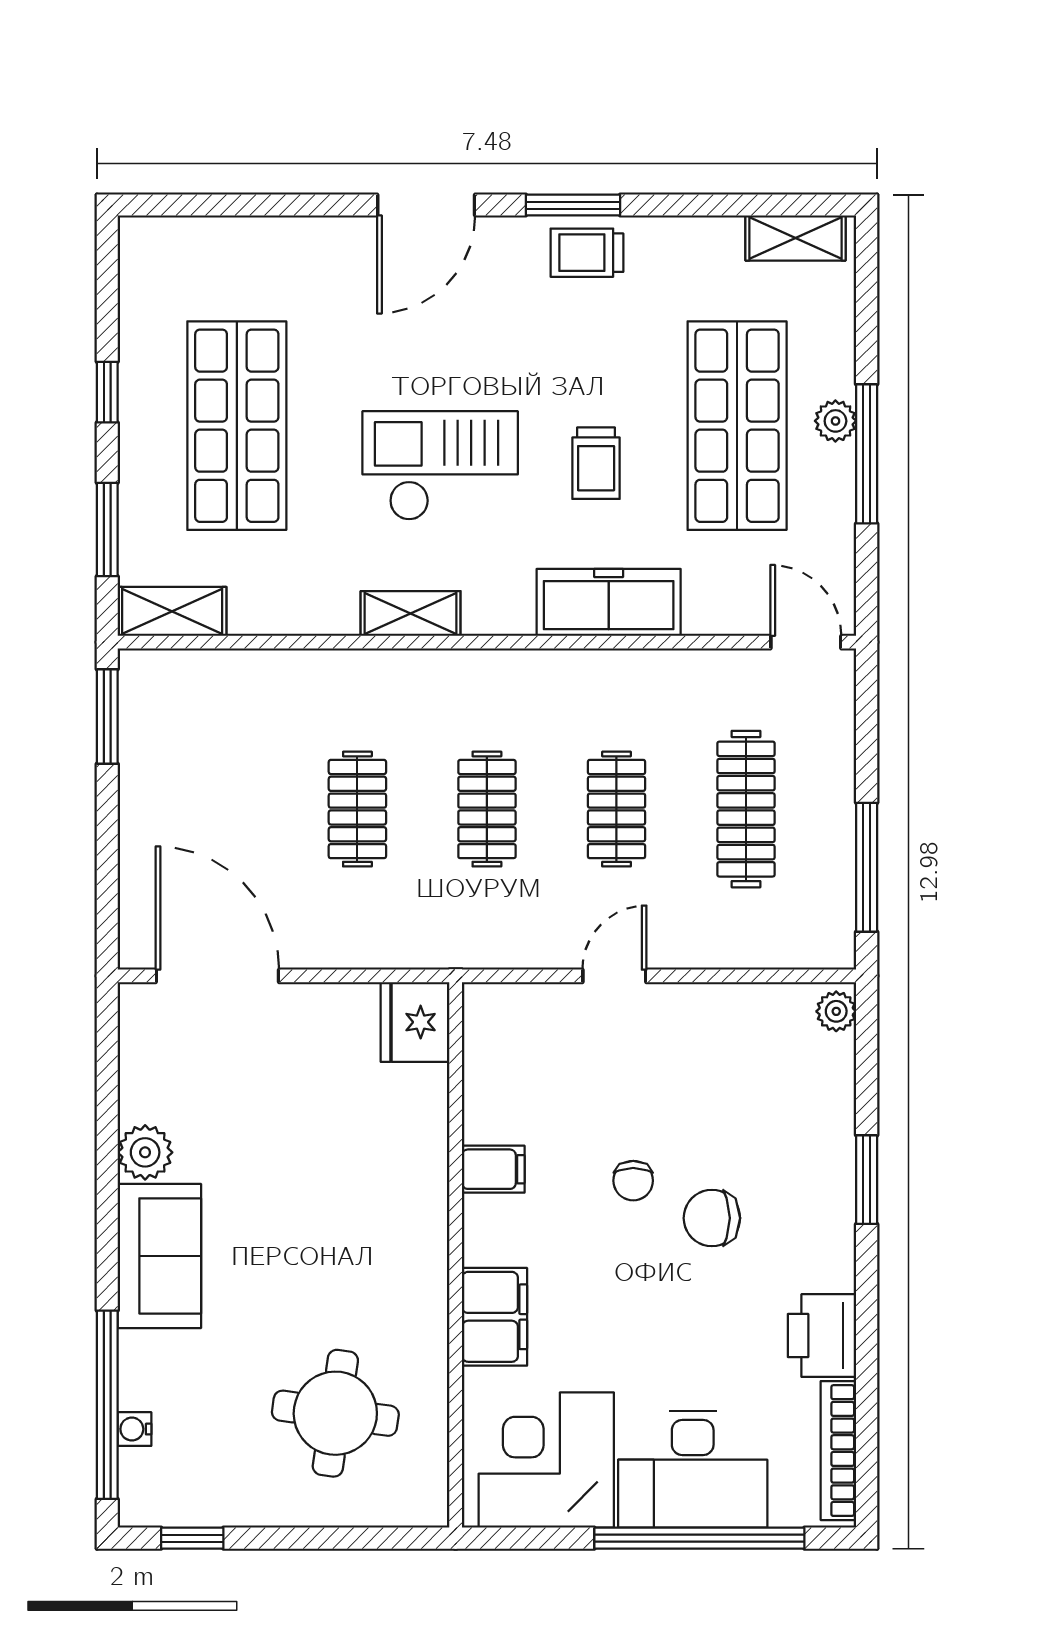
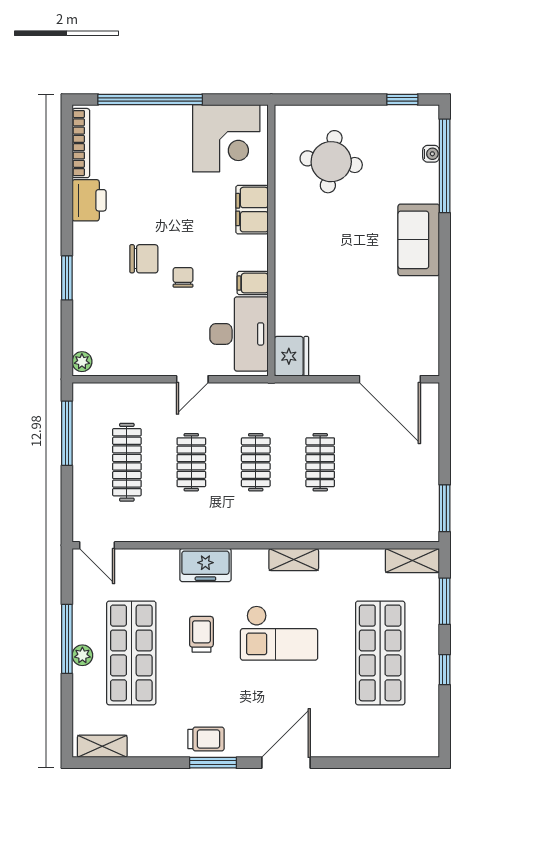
freezer: (609, 602) -> (205, 565), width x0.71
plant: (145, 1152) -> (426, 291), removed
desk: (693, 1469) -> (239, 334), moved, turned 90

